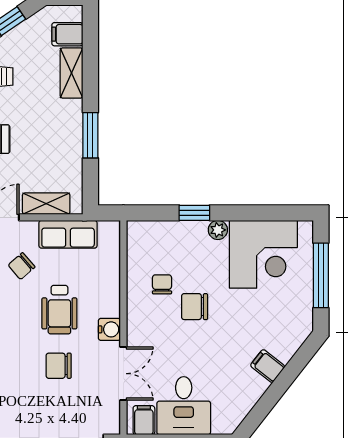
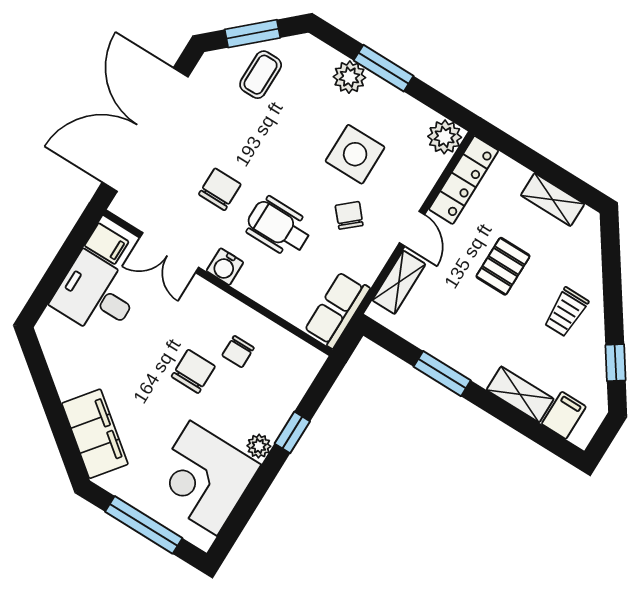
row of seats: (68, 234) -> (337, 310), moved
chair: (162, 284) -> (238, 352), turned 90
filing cabinet: (268, 366) -> (95, 434), width x3.00, depth x1.17

